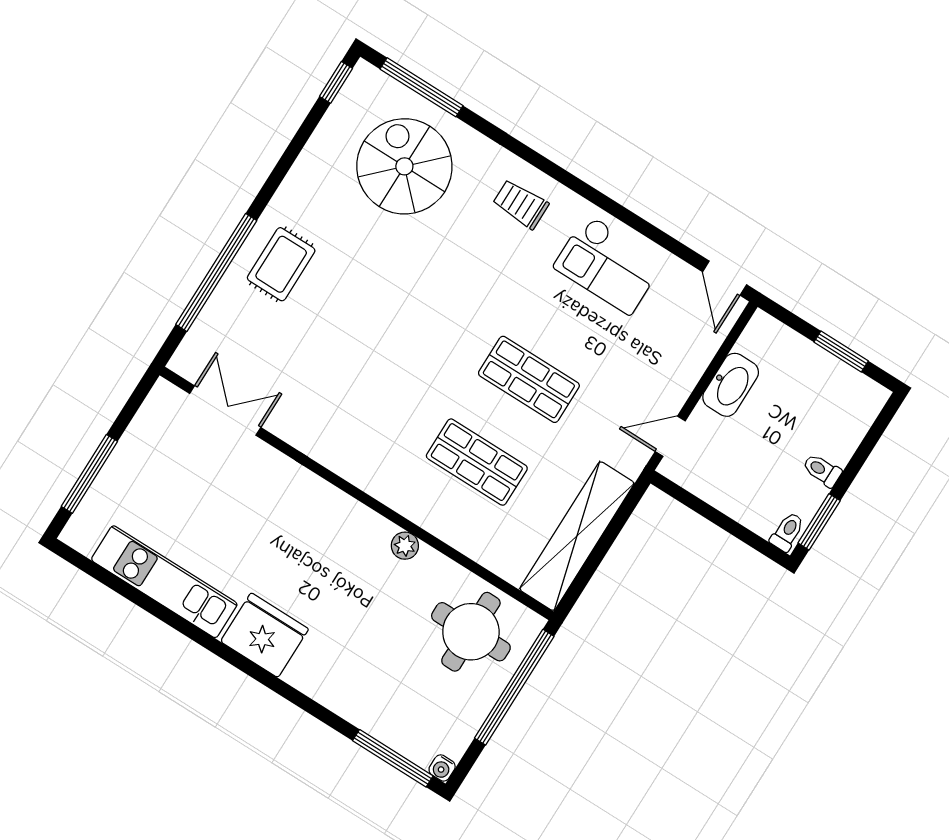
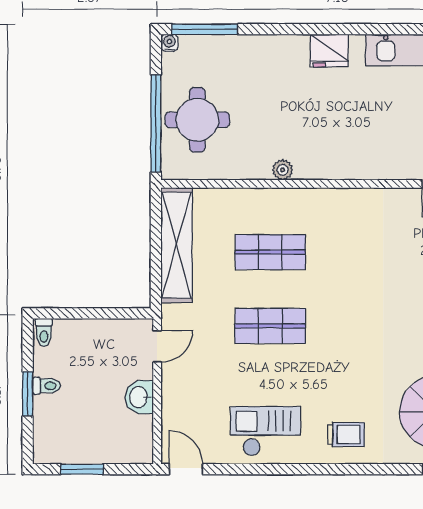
washbasin: (731, 385) -> (139, 397), width x0.72
window: (819, 522) -> (28, 394), moved
round table: (471, 632) -> (197, 120), moved
fridge: (265, 635) -> (329, 51), width x0.73, depth x0.75

